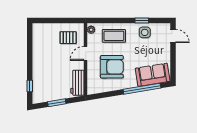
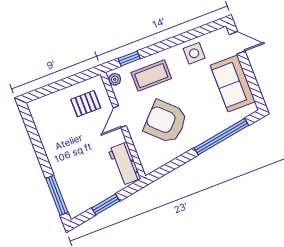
window: (142, 21) -> (129, 59), moved
armchair: (112, 67) -> (166, 122), turned -136
sofa: (153, 75) -> (233, 84), moved, turned -81
window: (30, 86) -> (57, 195), width x2.17

